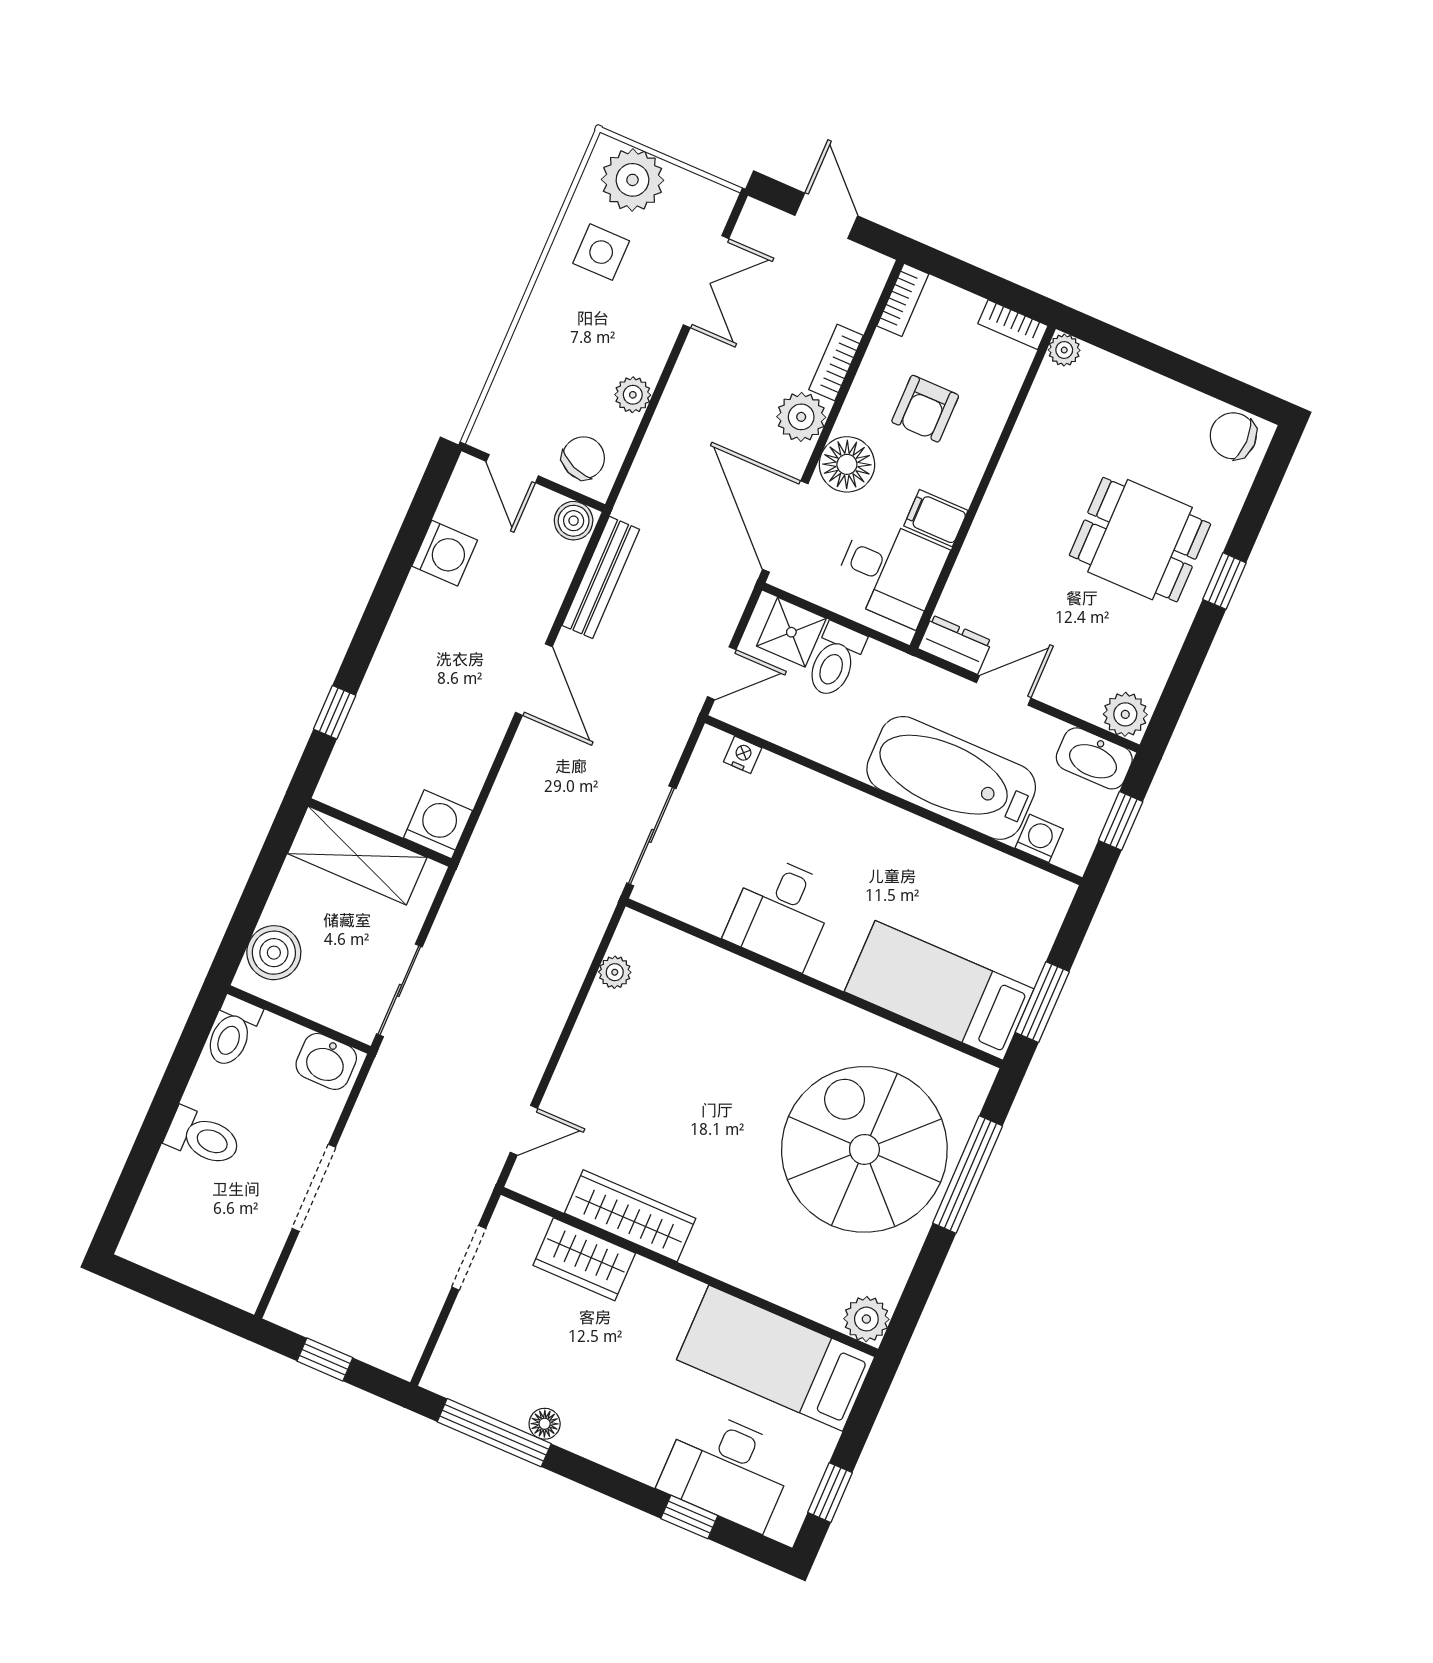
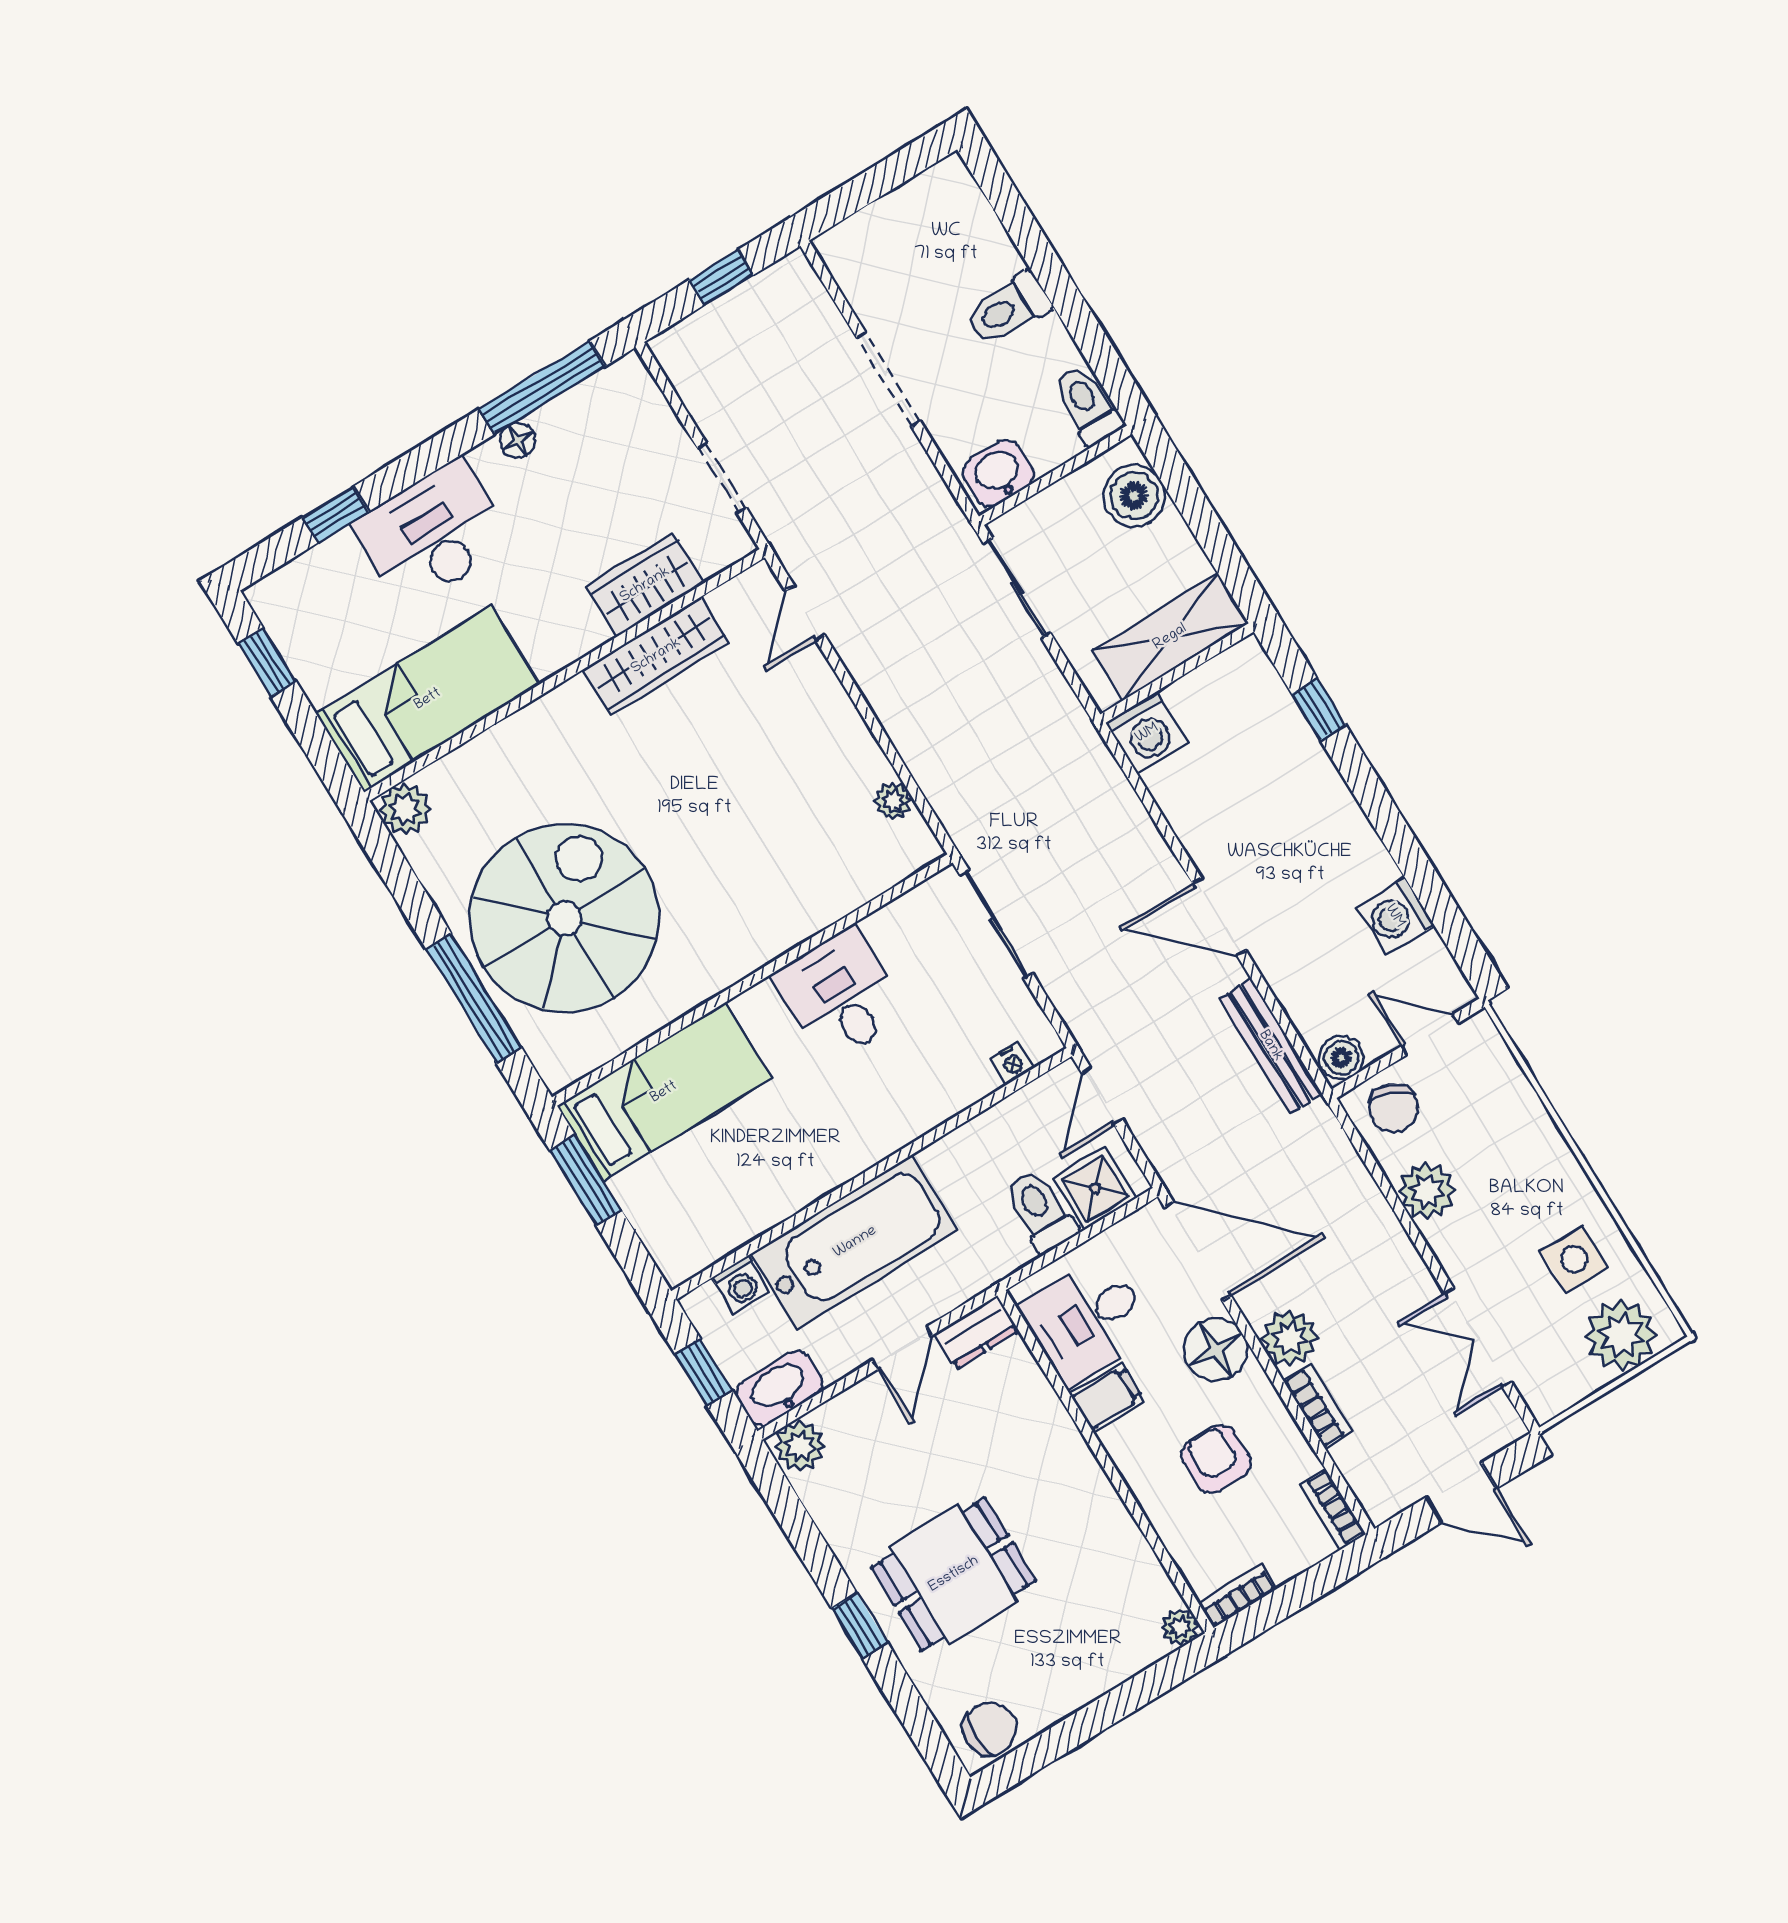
plant: (633, 395) -> (1427, 1191), width x1.38, depth x1.38
spiral stairs: (864, 1149) -> (565, 918), turned -90
desk: (727, 1469) -> (433, 533), moved

